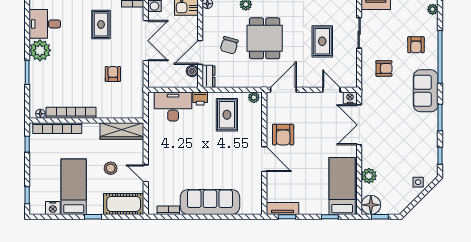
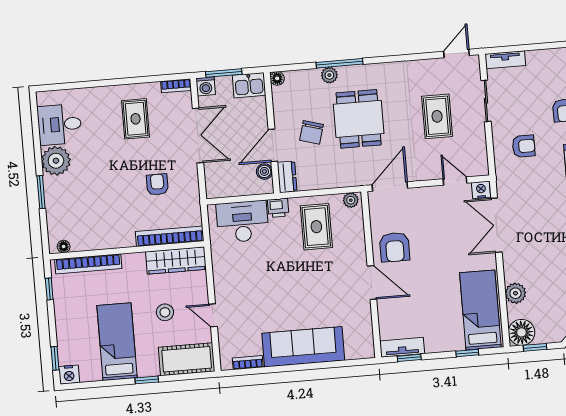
bookcase: (71, 113) -> (170, 236), moved
nightstand: (53, 208) -> (69, 375), moved

